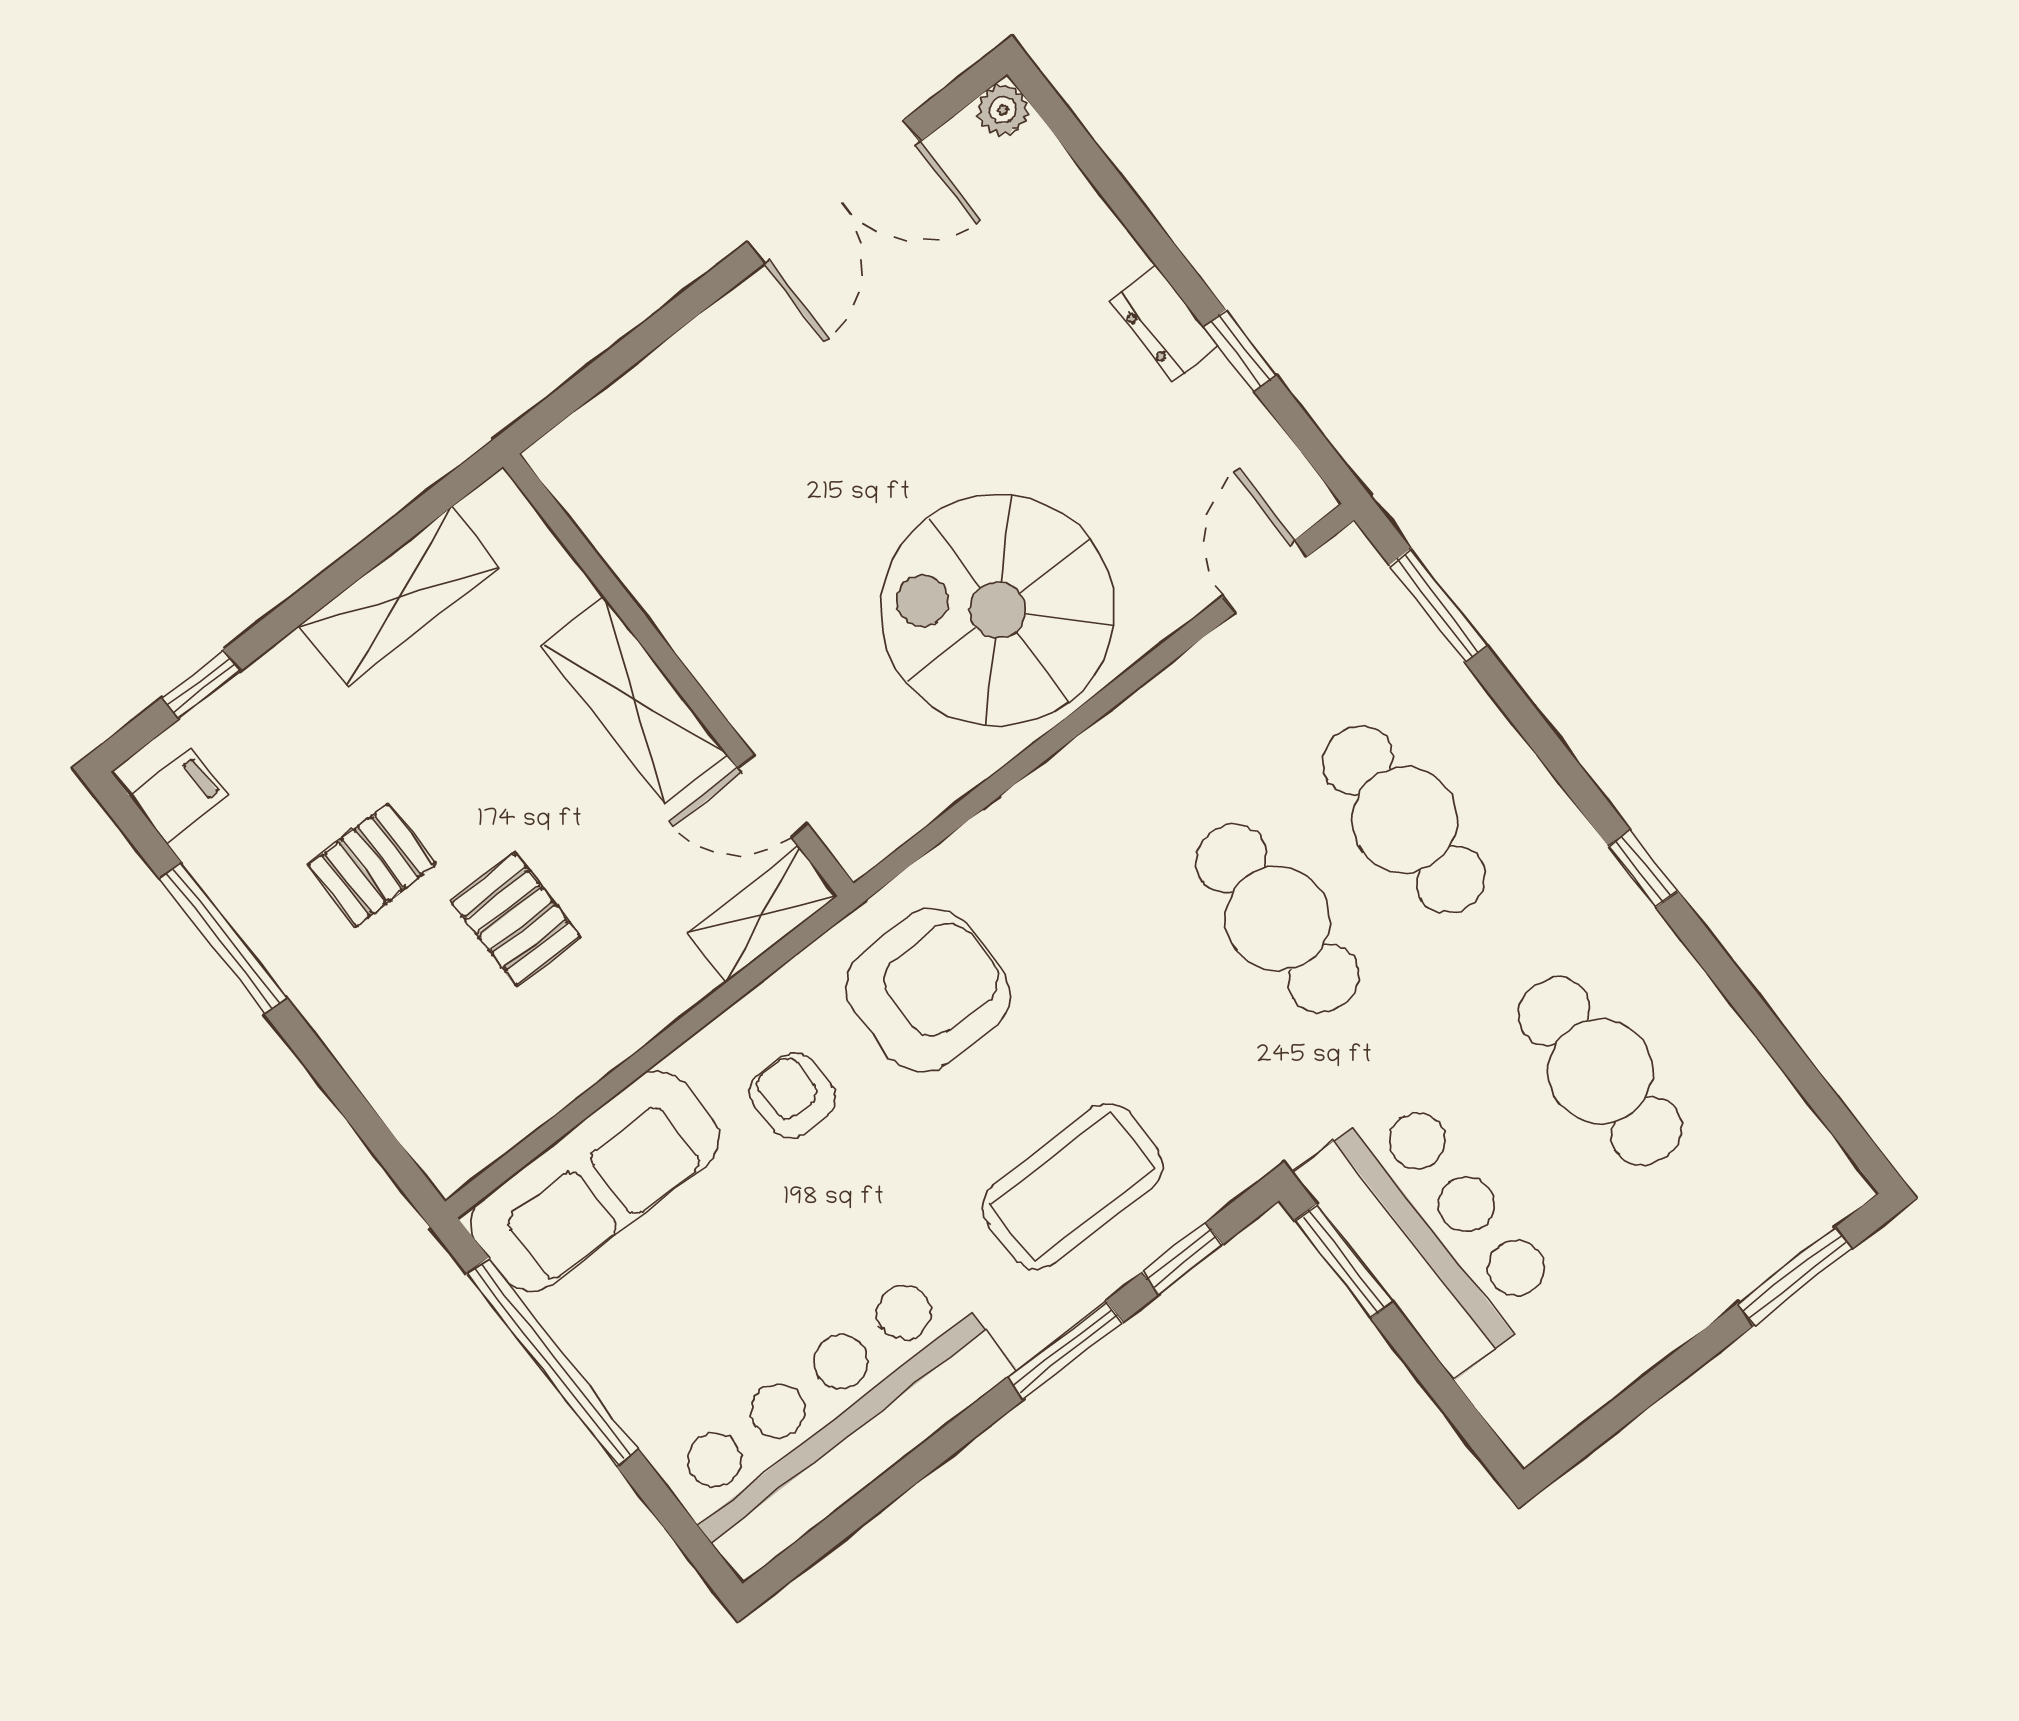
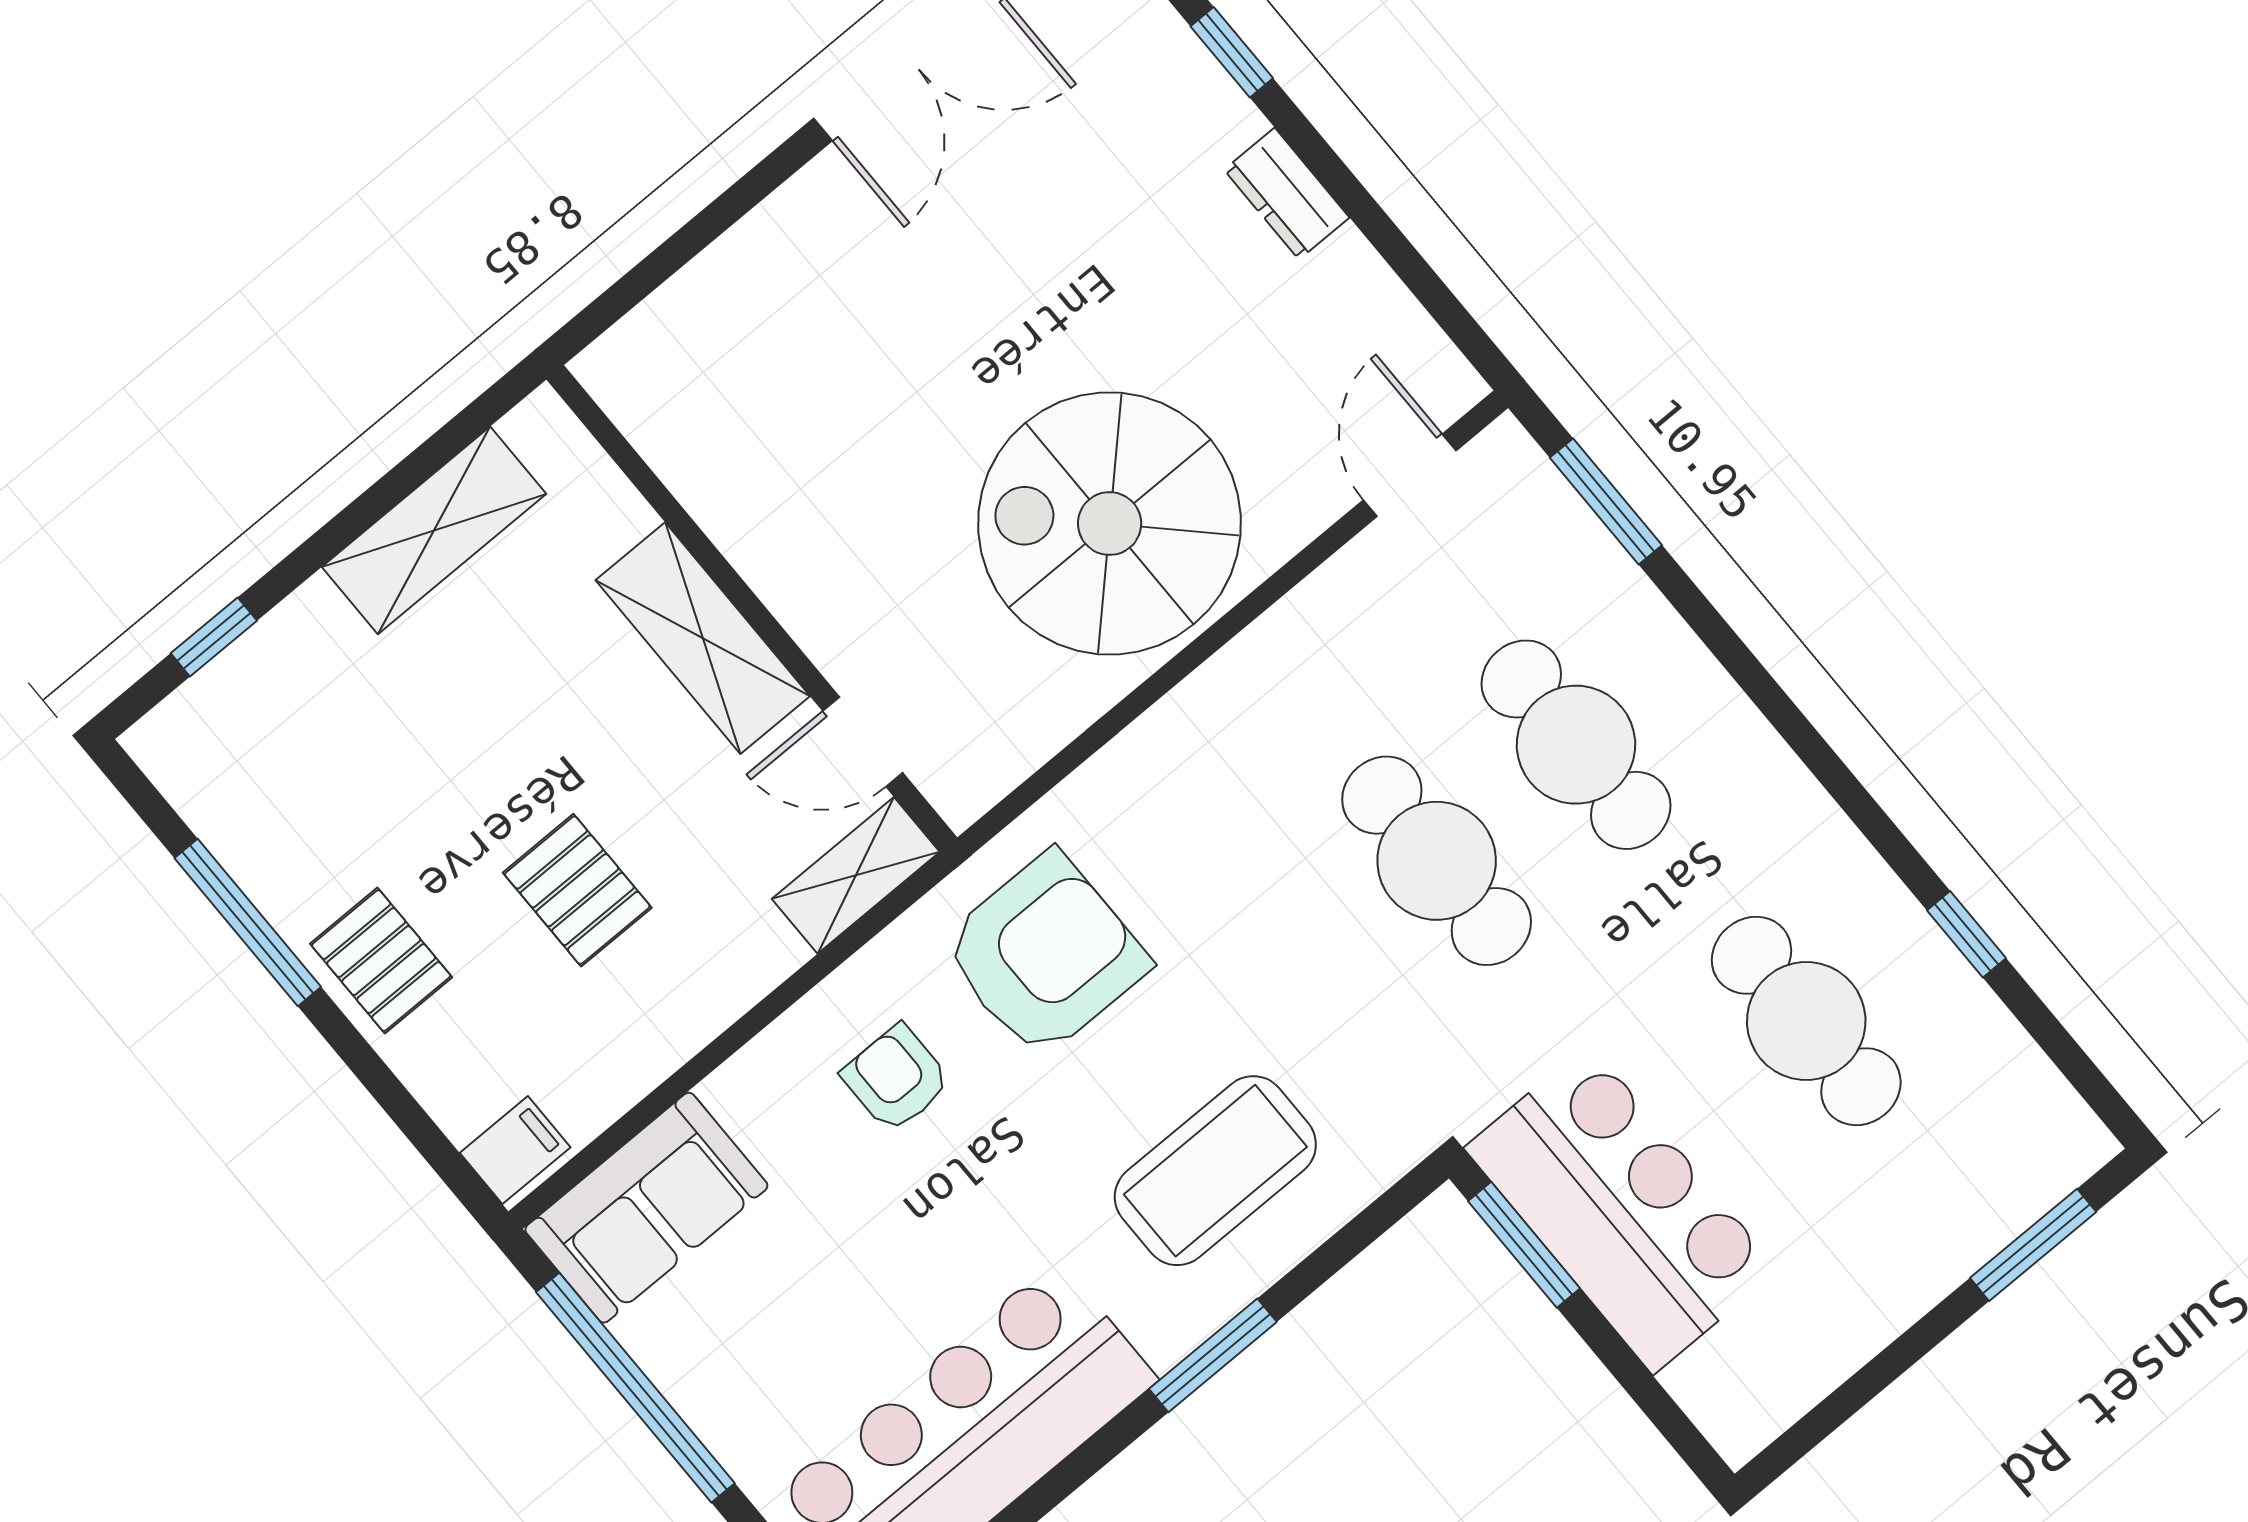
window: (1240, 351) -> (1232, 52), moved
filing cabinet: (179, 795) -> (515, 1150), moved
pallet: (372, 865) -> (381, 961), moved, turned 90
window: (1643, 869) -> (1966, 934), moved
sofa: (595, 1181) -> (646, 1208), width x0.73
window: (1182, 1258) -> (1342, 1248), removed

